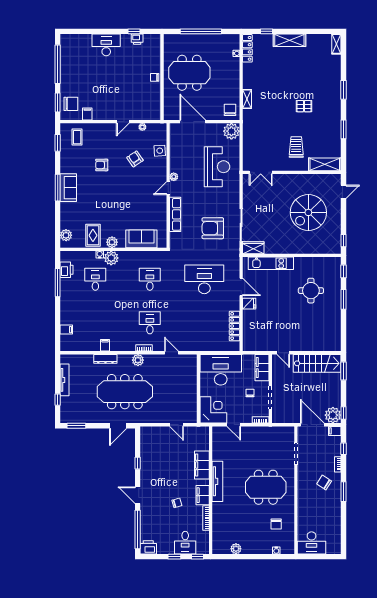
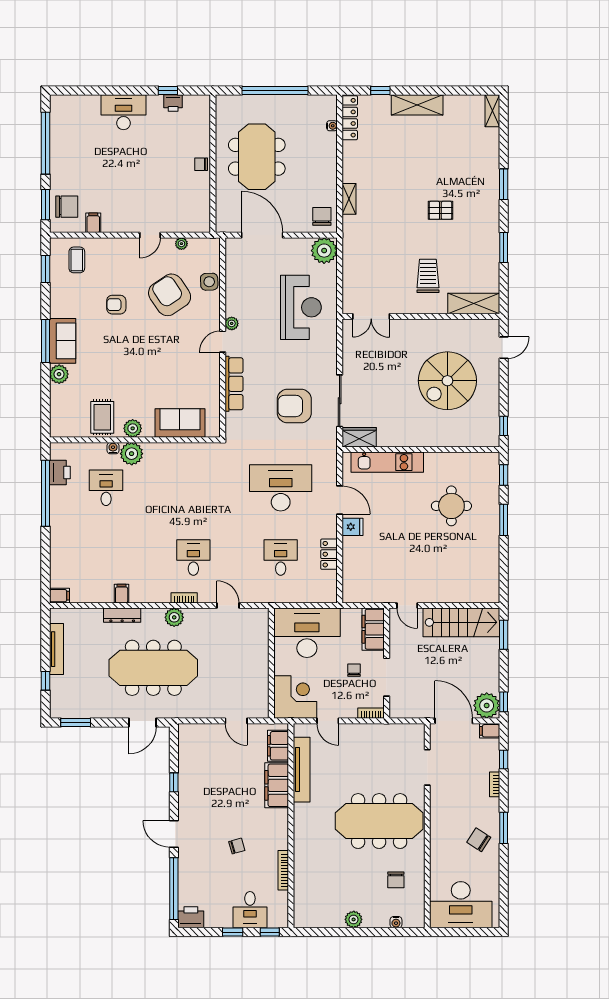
meeting table: (189, 73) -> (257, 157), turned 90
armchair: (135, 159) -> (170, 295), width x1.88, depth x1.88
plant: (66, 235) -> (59, 374), moved
desk: (150, 279) -> (281, 558), moved
window: (58, 283) -> (46, 493), width x1.46
locker: (234, 326) -> (329, 554), width x0.66
filing cabinet: (66, 330) -> (59, 596), moved
tv unit: (217, 481) -> (302, 770), moved
chair: (324, 482) -> (479, 840), moved
meeting table: (266, 487) -> (379, 821), width x1.36
filing cabinet: (203, 495) -> (278, 746), moved
desk: (312, 543) -> (461, 905), width x1.36, depth x1.30
plant: (236, 549) -> (354, 919), moved

